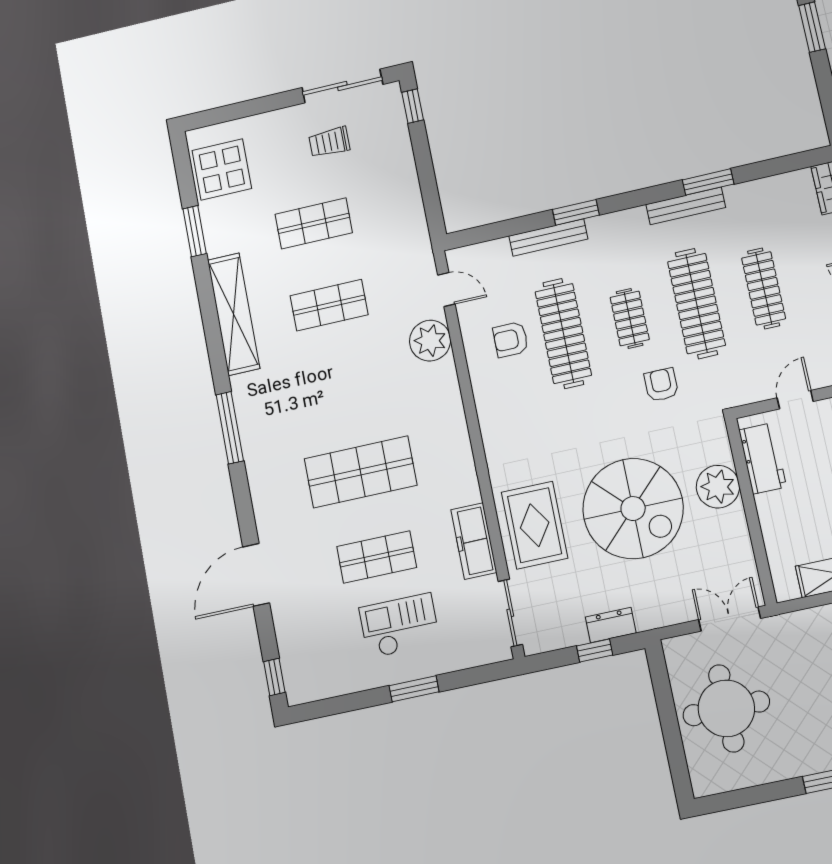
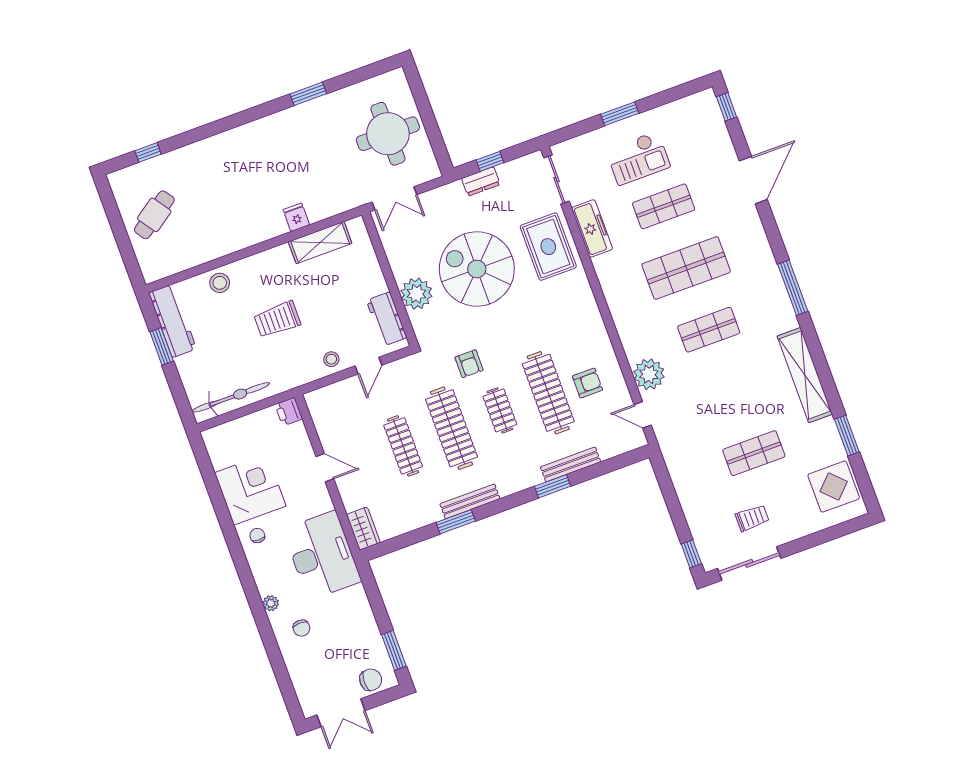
shop shelf: (329, 305) -> (709, 330), moved

